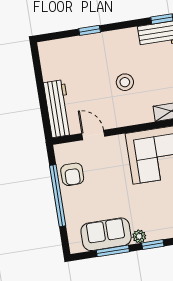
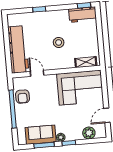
workbench: (58, 109) -> (18, 49), width x1.36, depth x1.32

